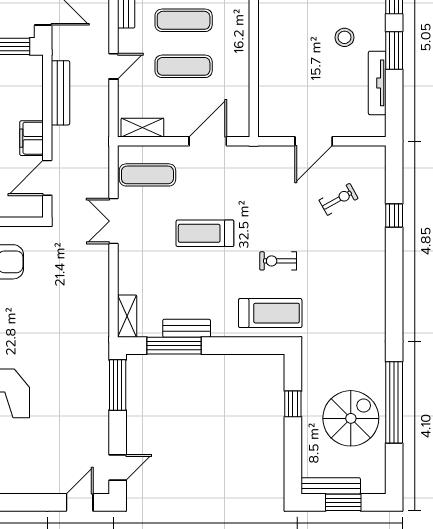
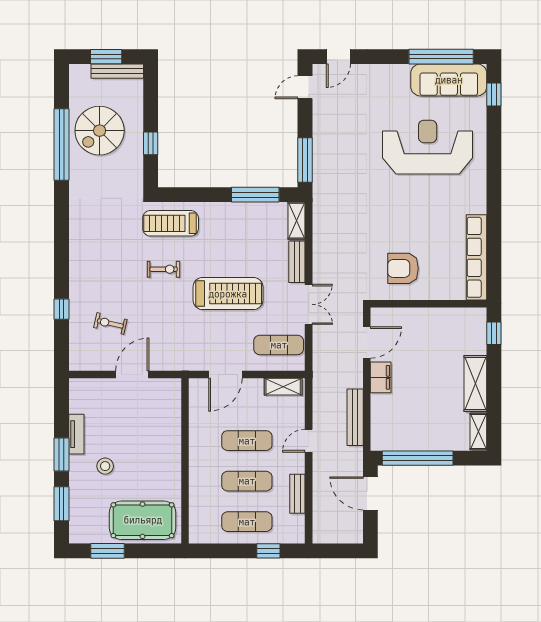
tv unit: (377, 83) -> (76, 434), width x0.71
exercise bike: (339, 199) -> (110, 323), turned 42
treadmill: (205, 233) -> (228, 294), width x1.37, depth x1.38
bench: (187, 328) -> (297, 262), moved, turned 90

